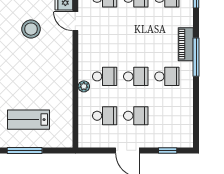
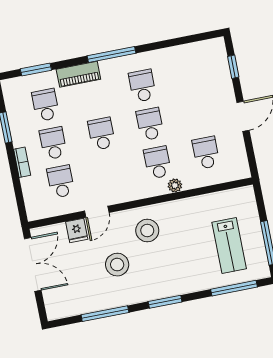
piano: (186, 44) -> (78, 74), moved
stool: (53, 58) -> (147, 231), added
school desk: (136, 116) -> (102, 134), moved

